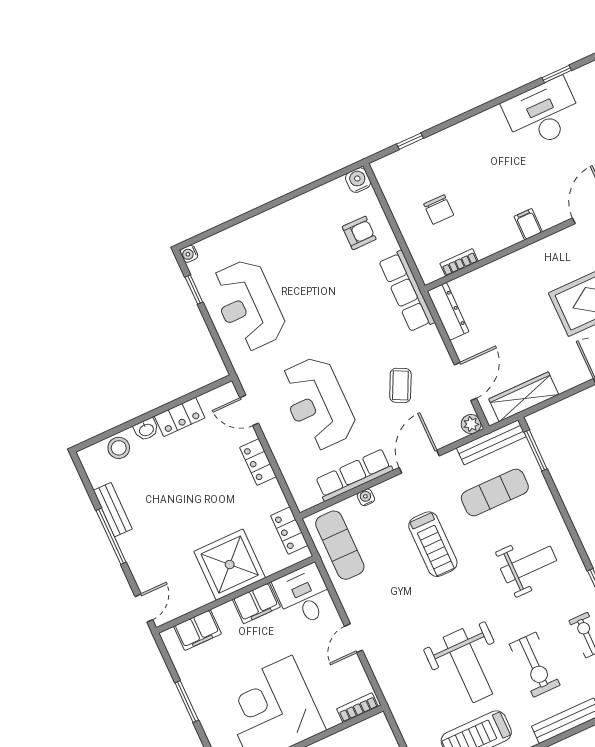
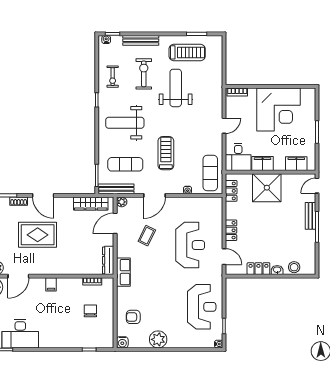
plant: (298, 214) -> (158, 339), added
row of seats: (407, 291) -> (123, 272), width x0.68
row of seats: (354, 475) -> (188, 203), removed
bench: (113, 510) -> (310, 216), moved
weight bench: (529, 565) -> (125, 123), width x1.36, depth x1.33

